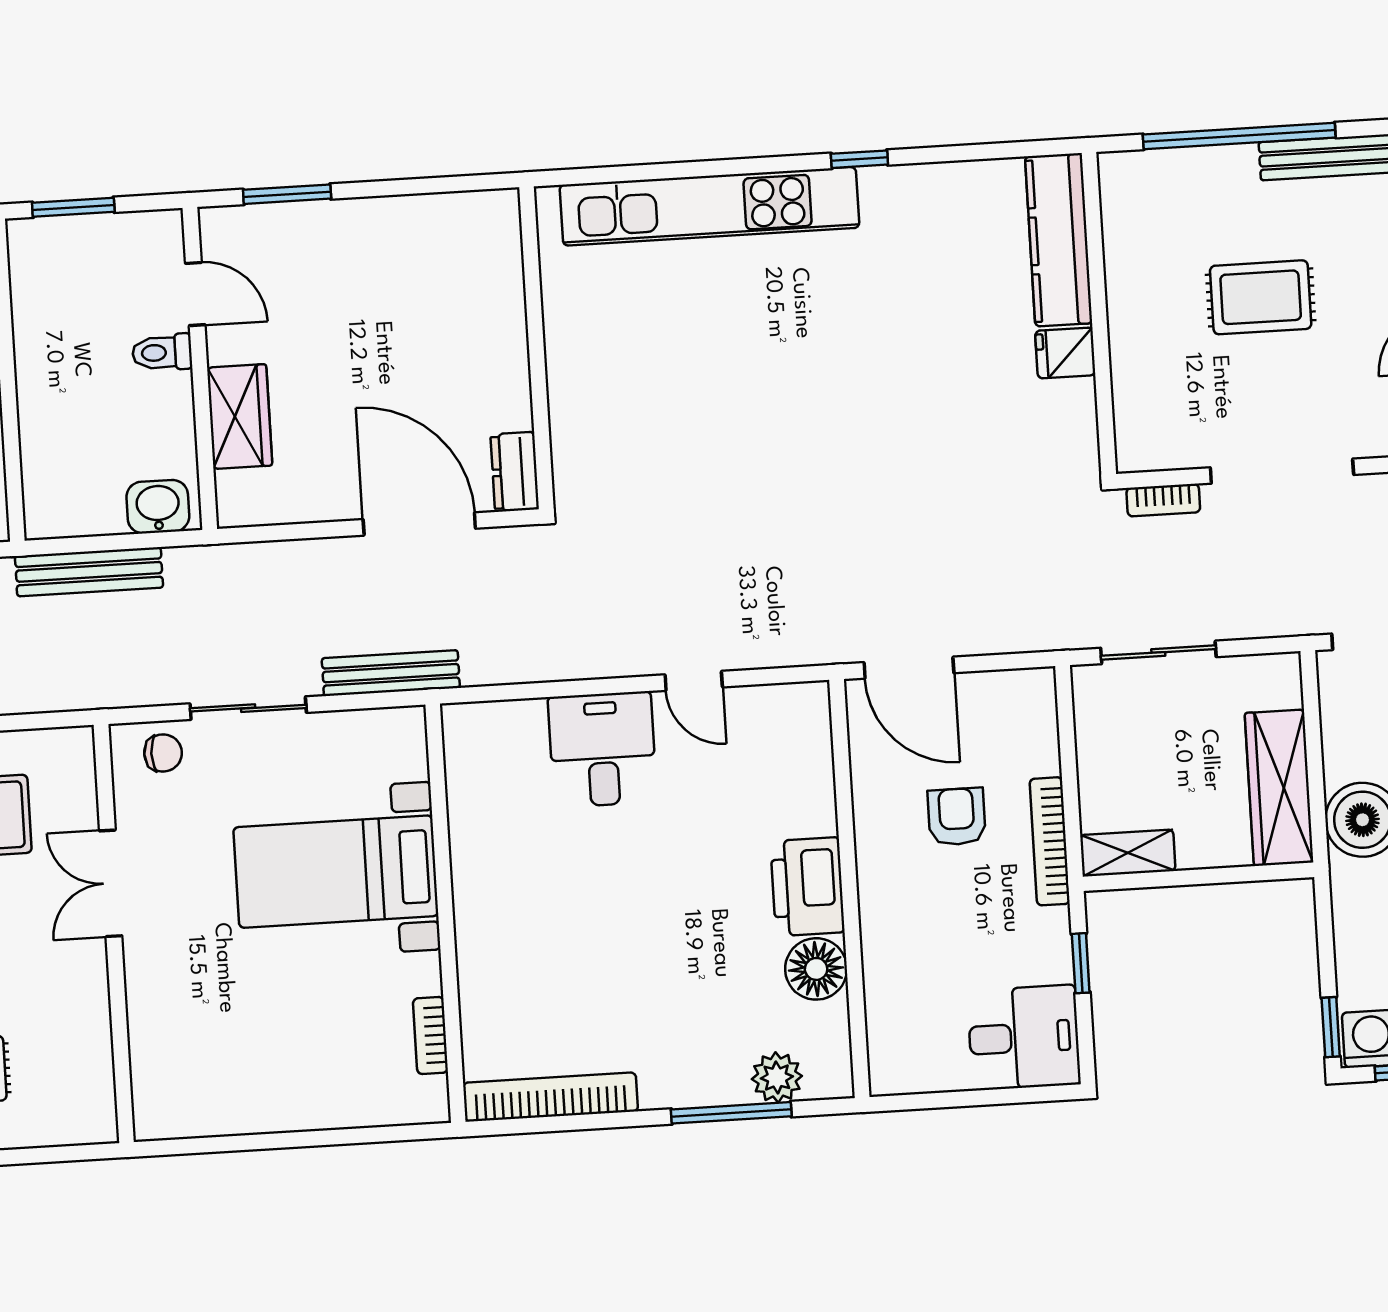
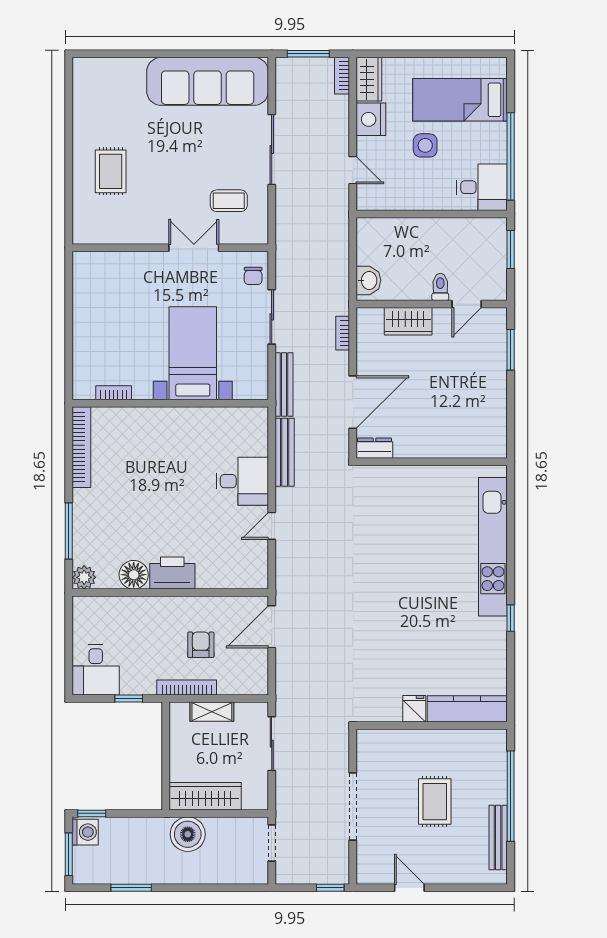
bookcase: (1163, 500) -> (343, 333), moved
bench: (89, 572) -> (285, 452), moved
armchair: (957, 817) -> (201, 645), turned -90
shelving: (1128, 853) -> (212, 712), moved, turned 90
plant: (777, 1077) -> (84, 577), moved

